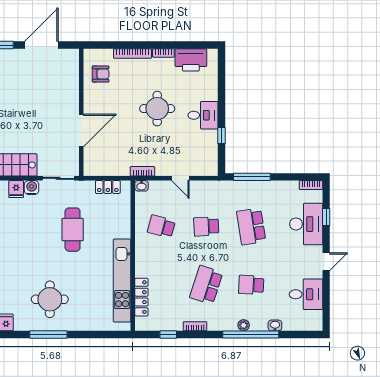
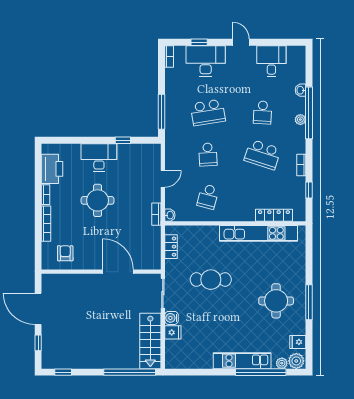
desk: (203, 115) -> (99, 157), width x1.37

